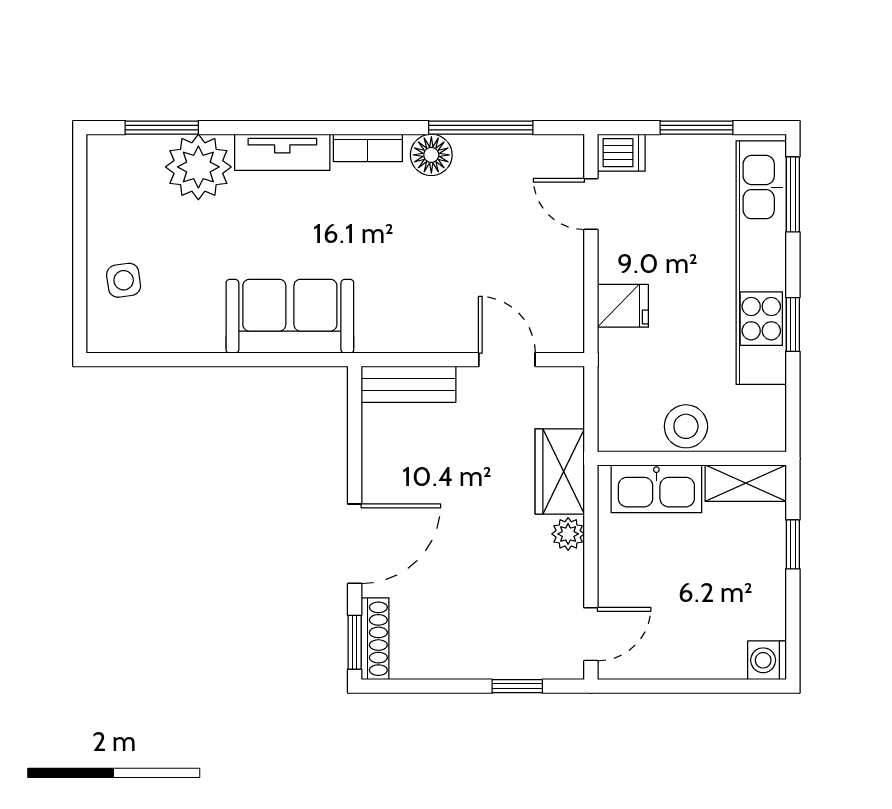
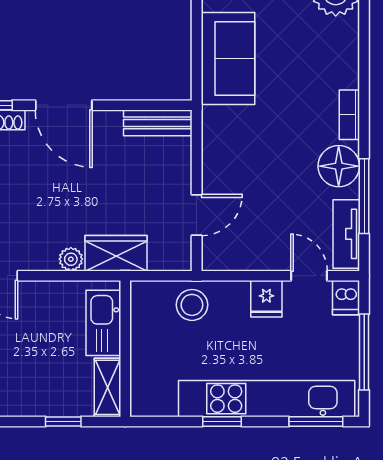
window: (697, 128) -> (364, 352), width x1.44
tv unit: (282, 152) -> (346, 234), moved
floor lamp: (431, 155) -> (339, 166), width x1.38, depth x1.38
door: (591, 204) -> (309, 276), hinge flipped
fridge: (623, 306) -> (266, 299), moved
bench: (409, 384) -> (158, 123), moved, turned 90
stool: (686, 426) -> (192, 305), moved

